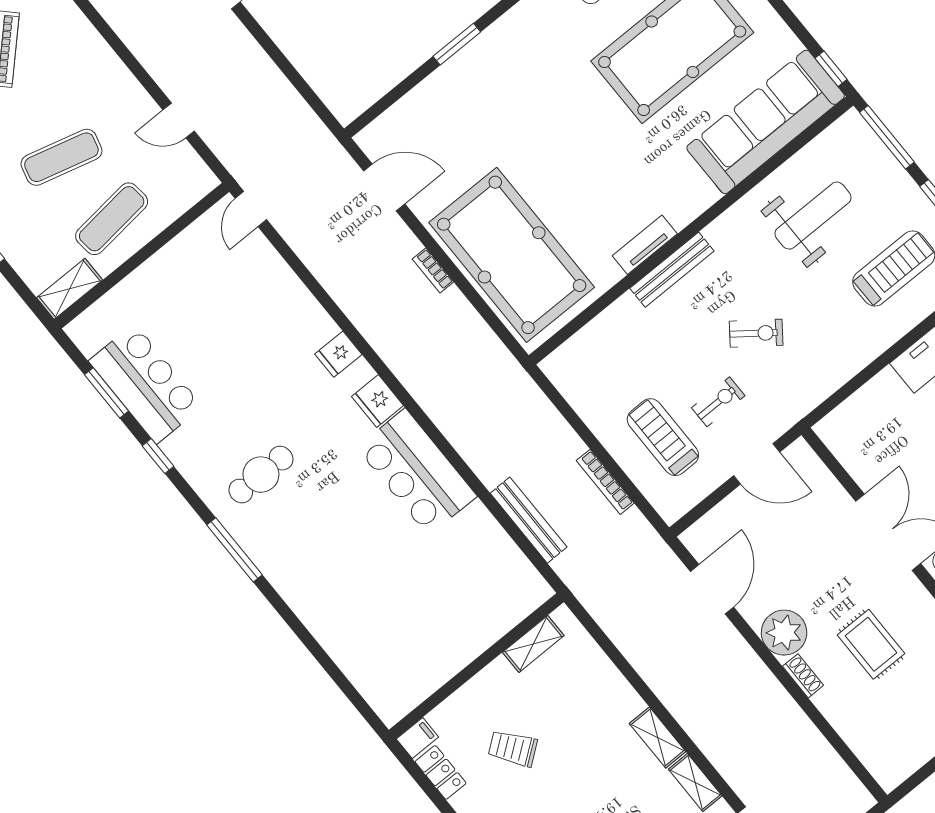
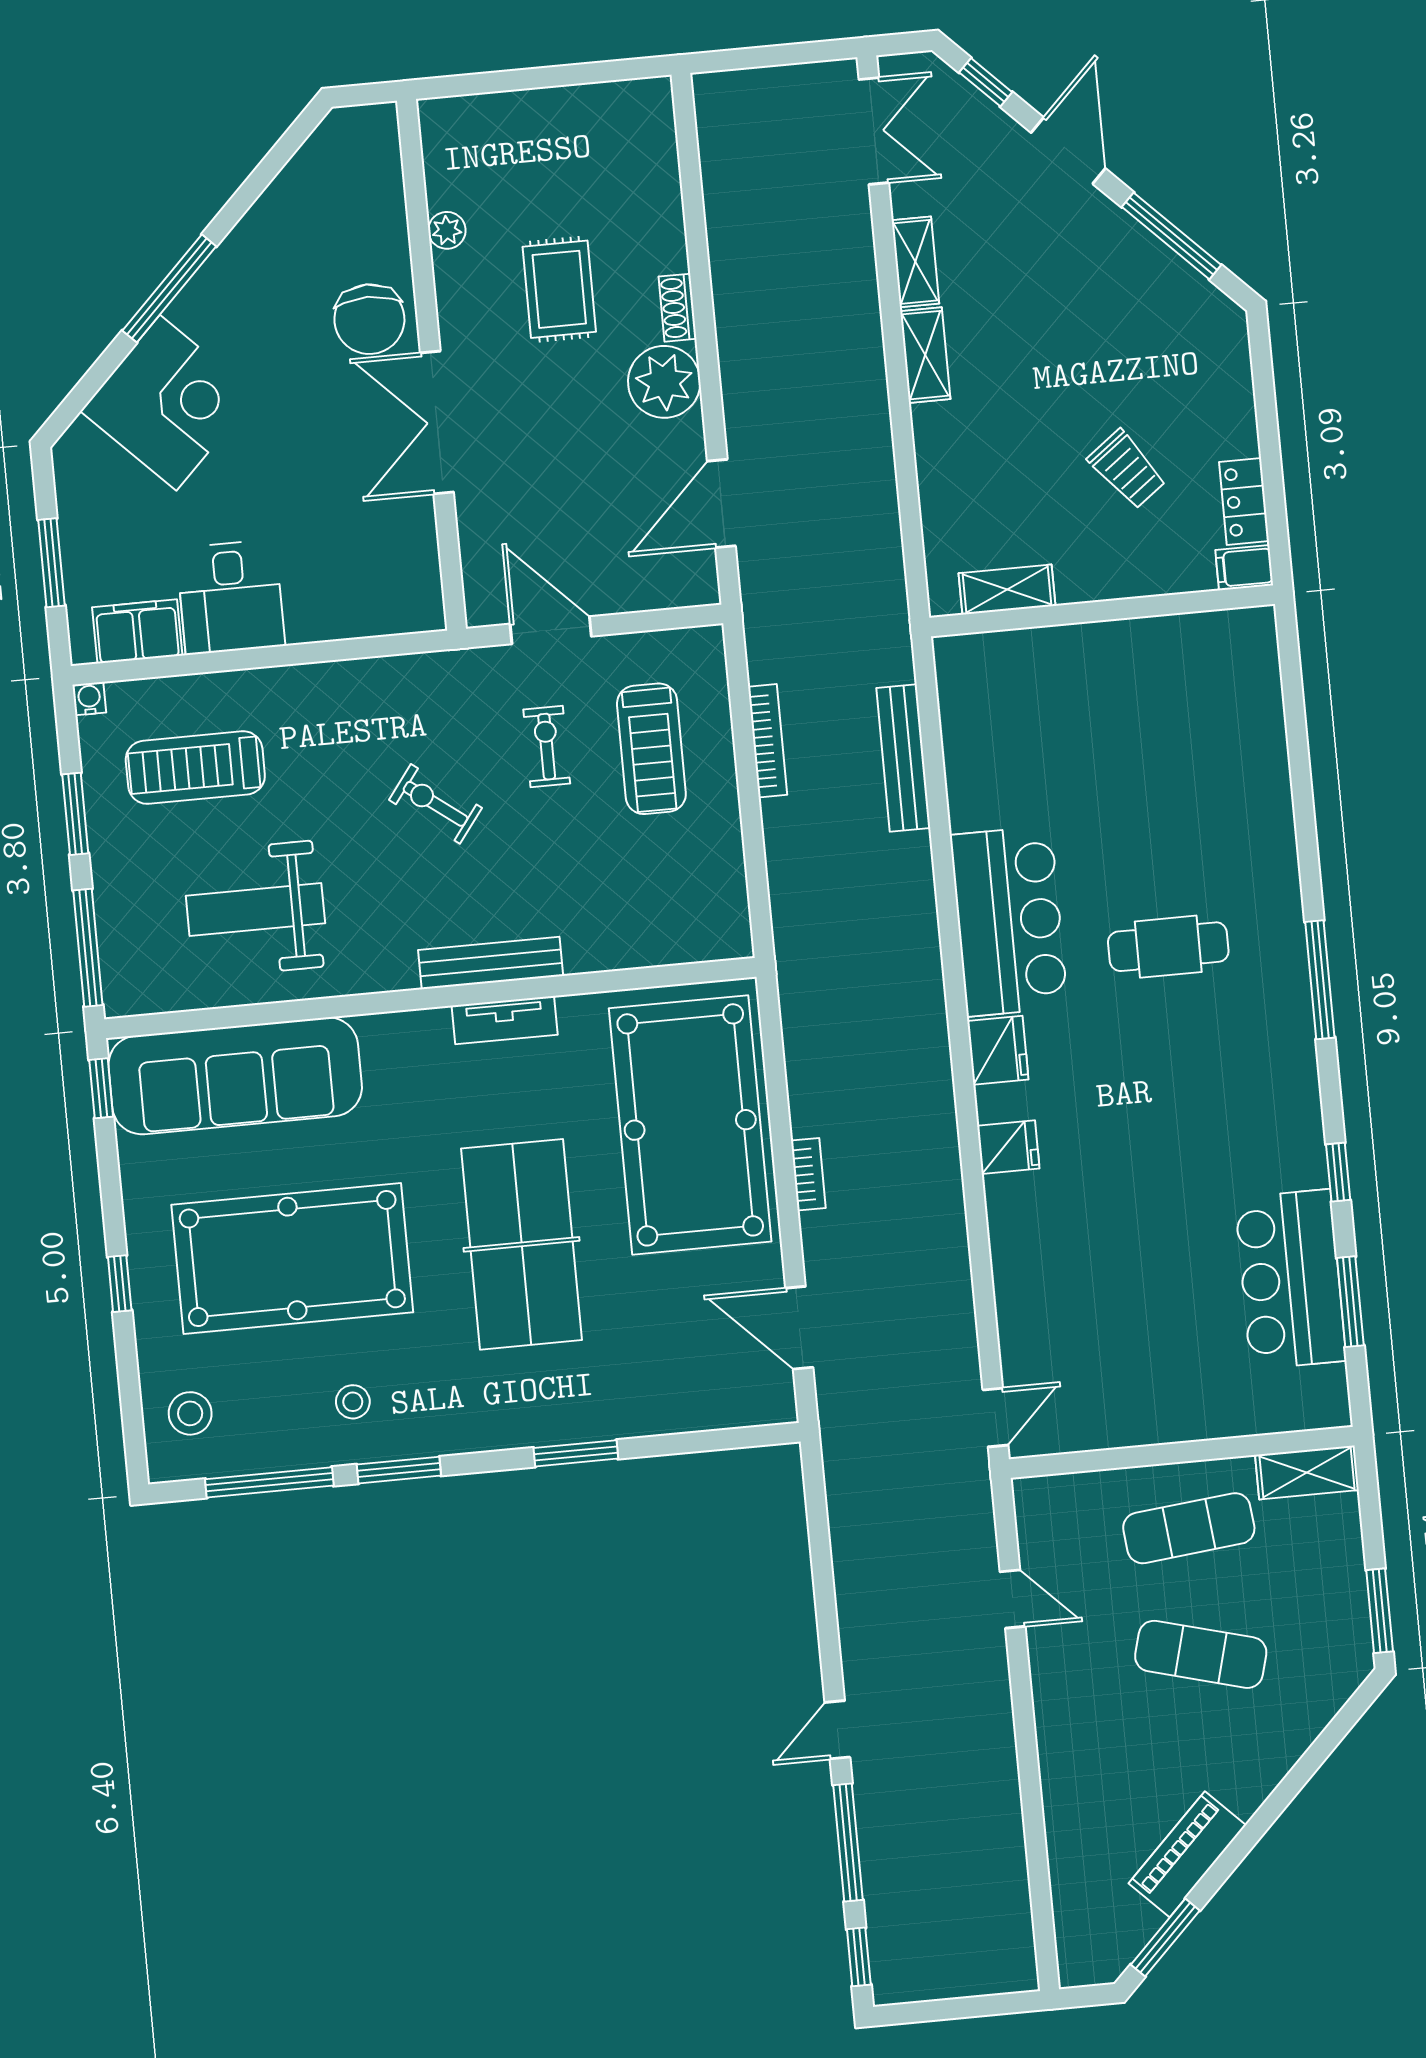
table tennis table: (558, 134) -> (522, 1244), added
exercise bike: (718, 402) -> (547, 747), turned 90
cafe table: (261, 475) -> (1168, 947), moved

